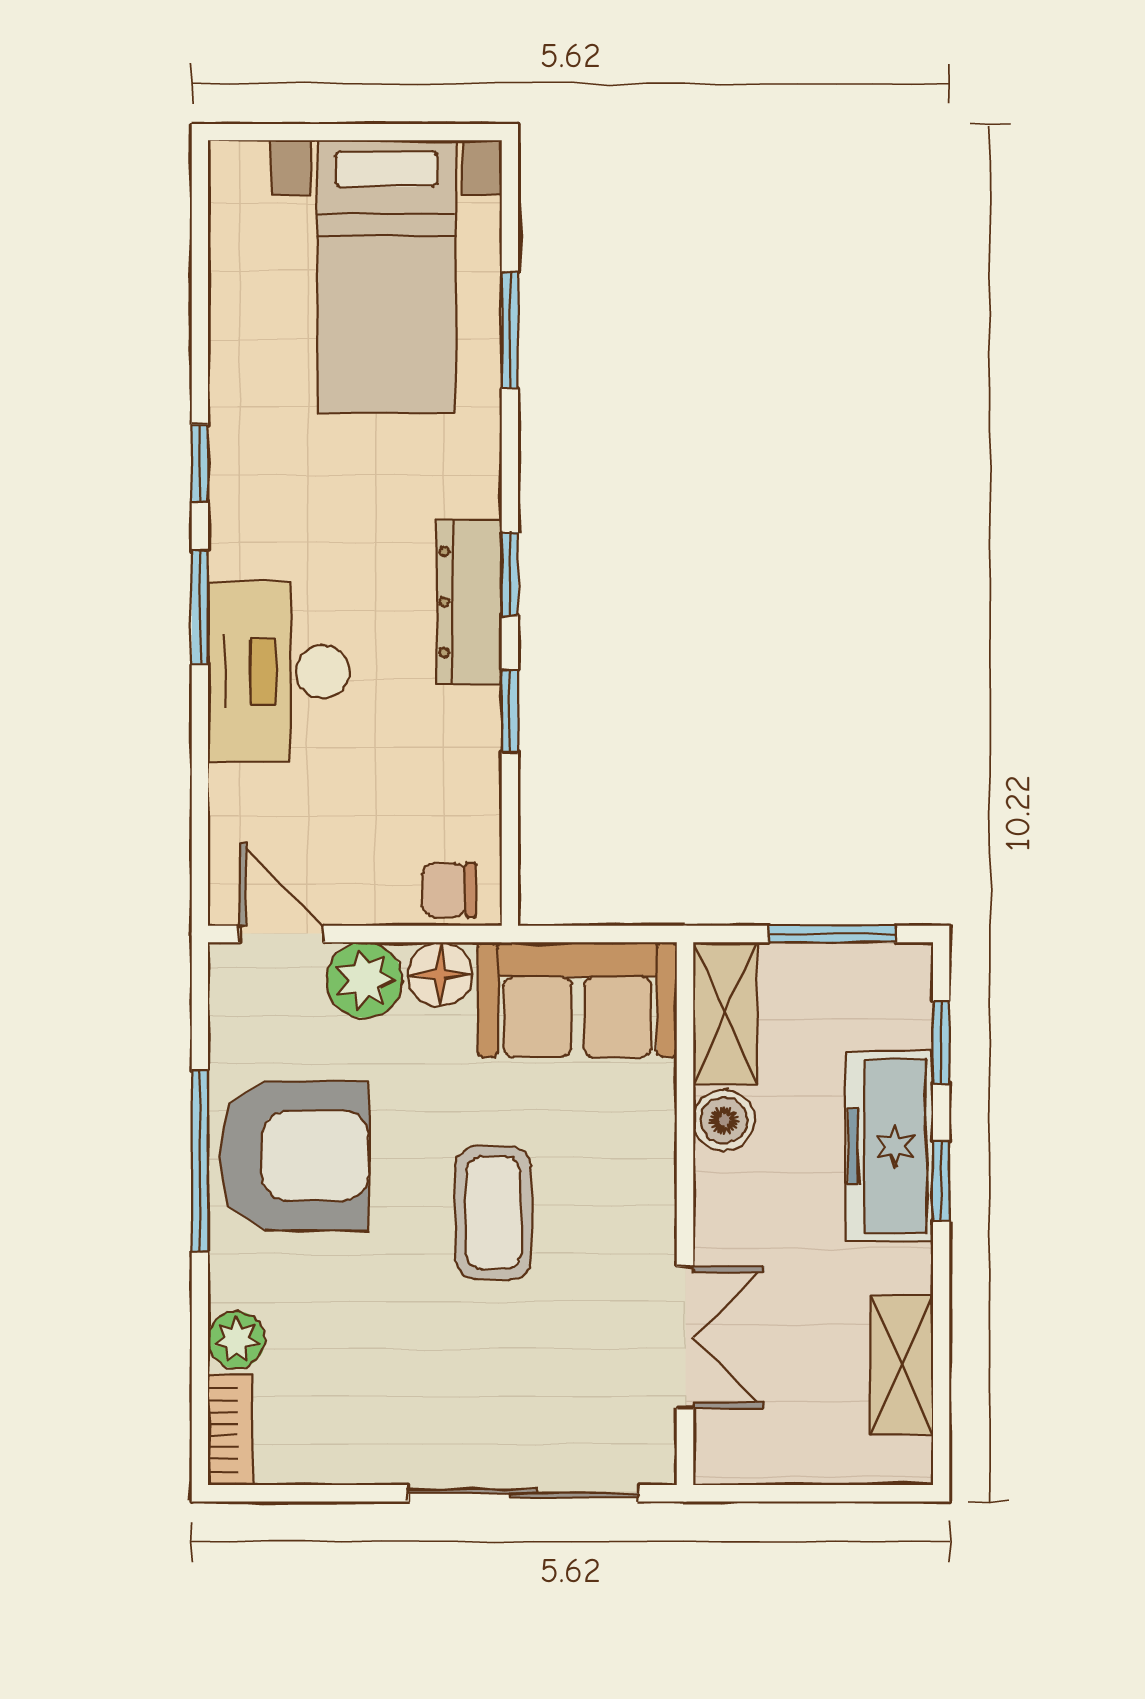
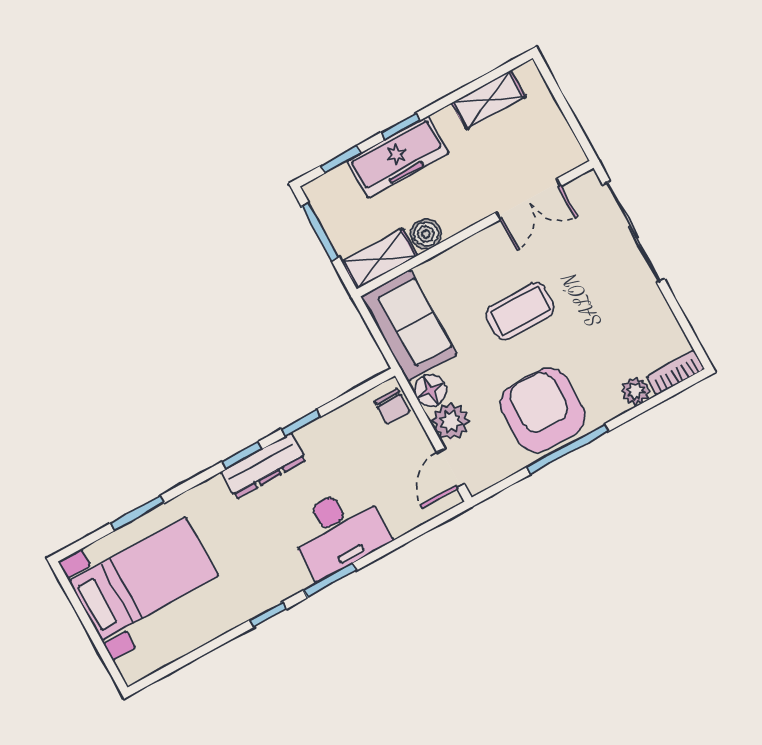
double door: (685, 1337) -> (528, 199), swing flipped

